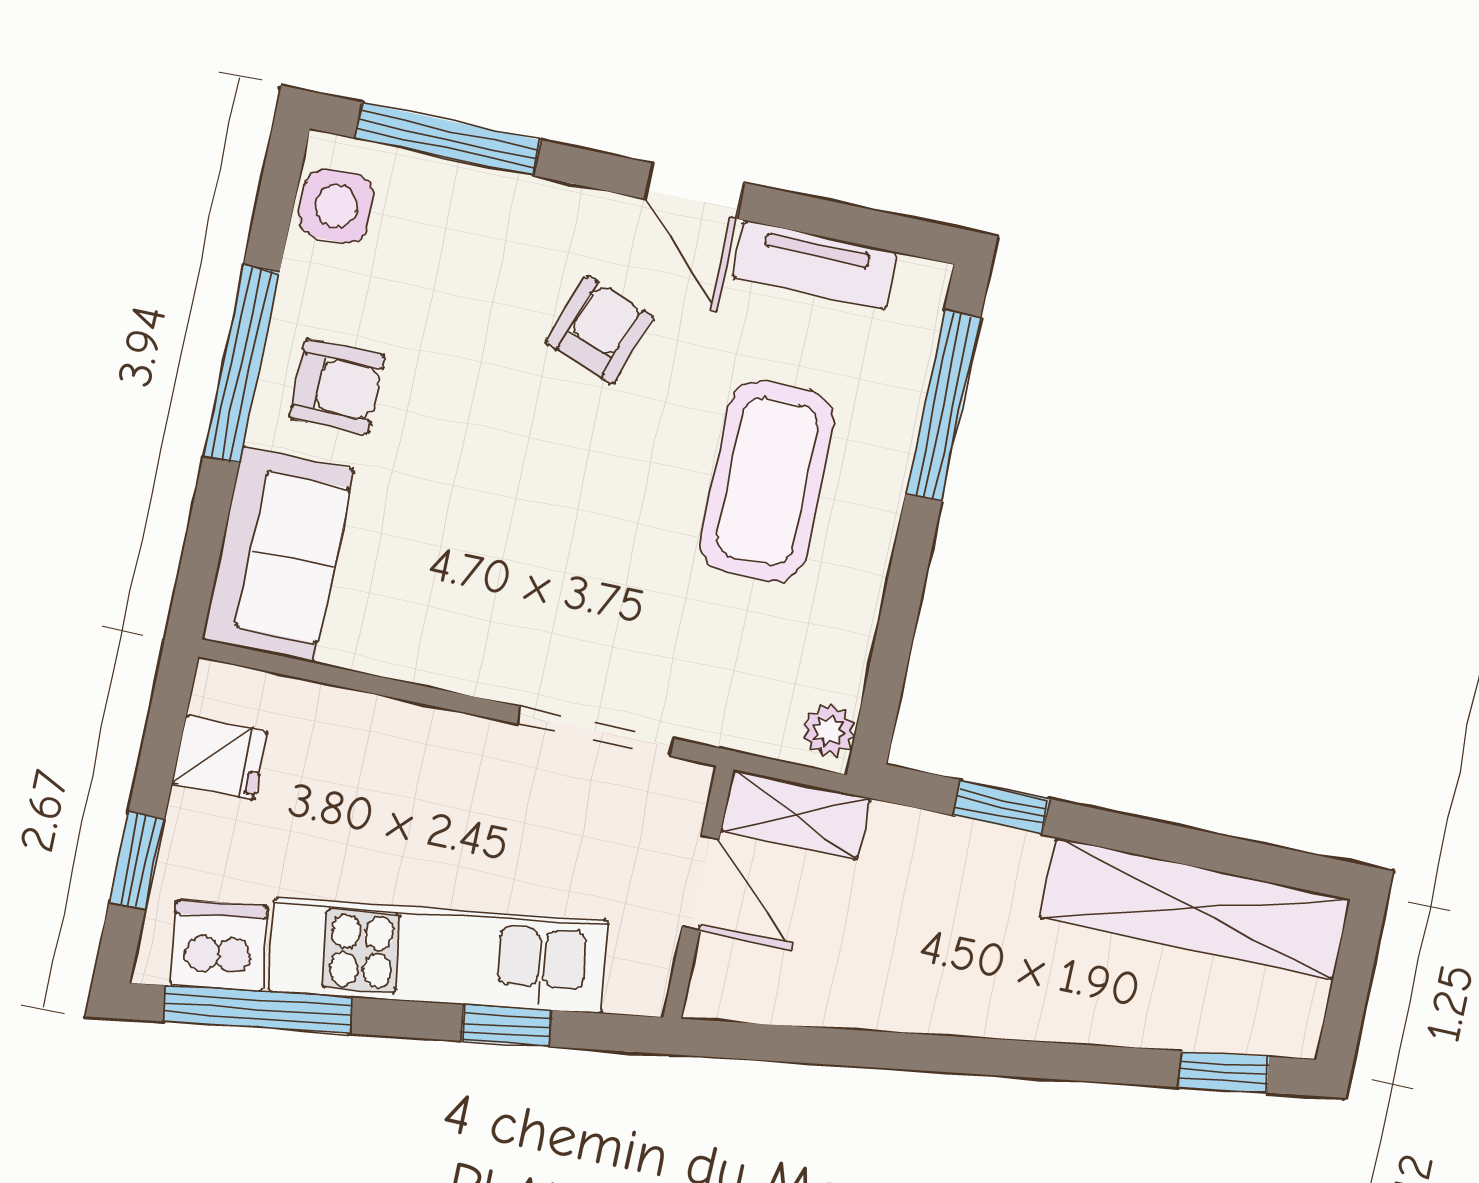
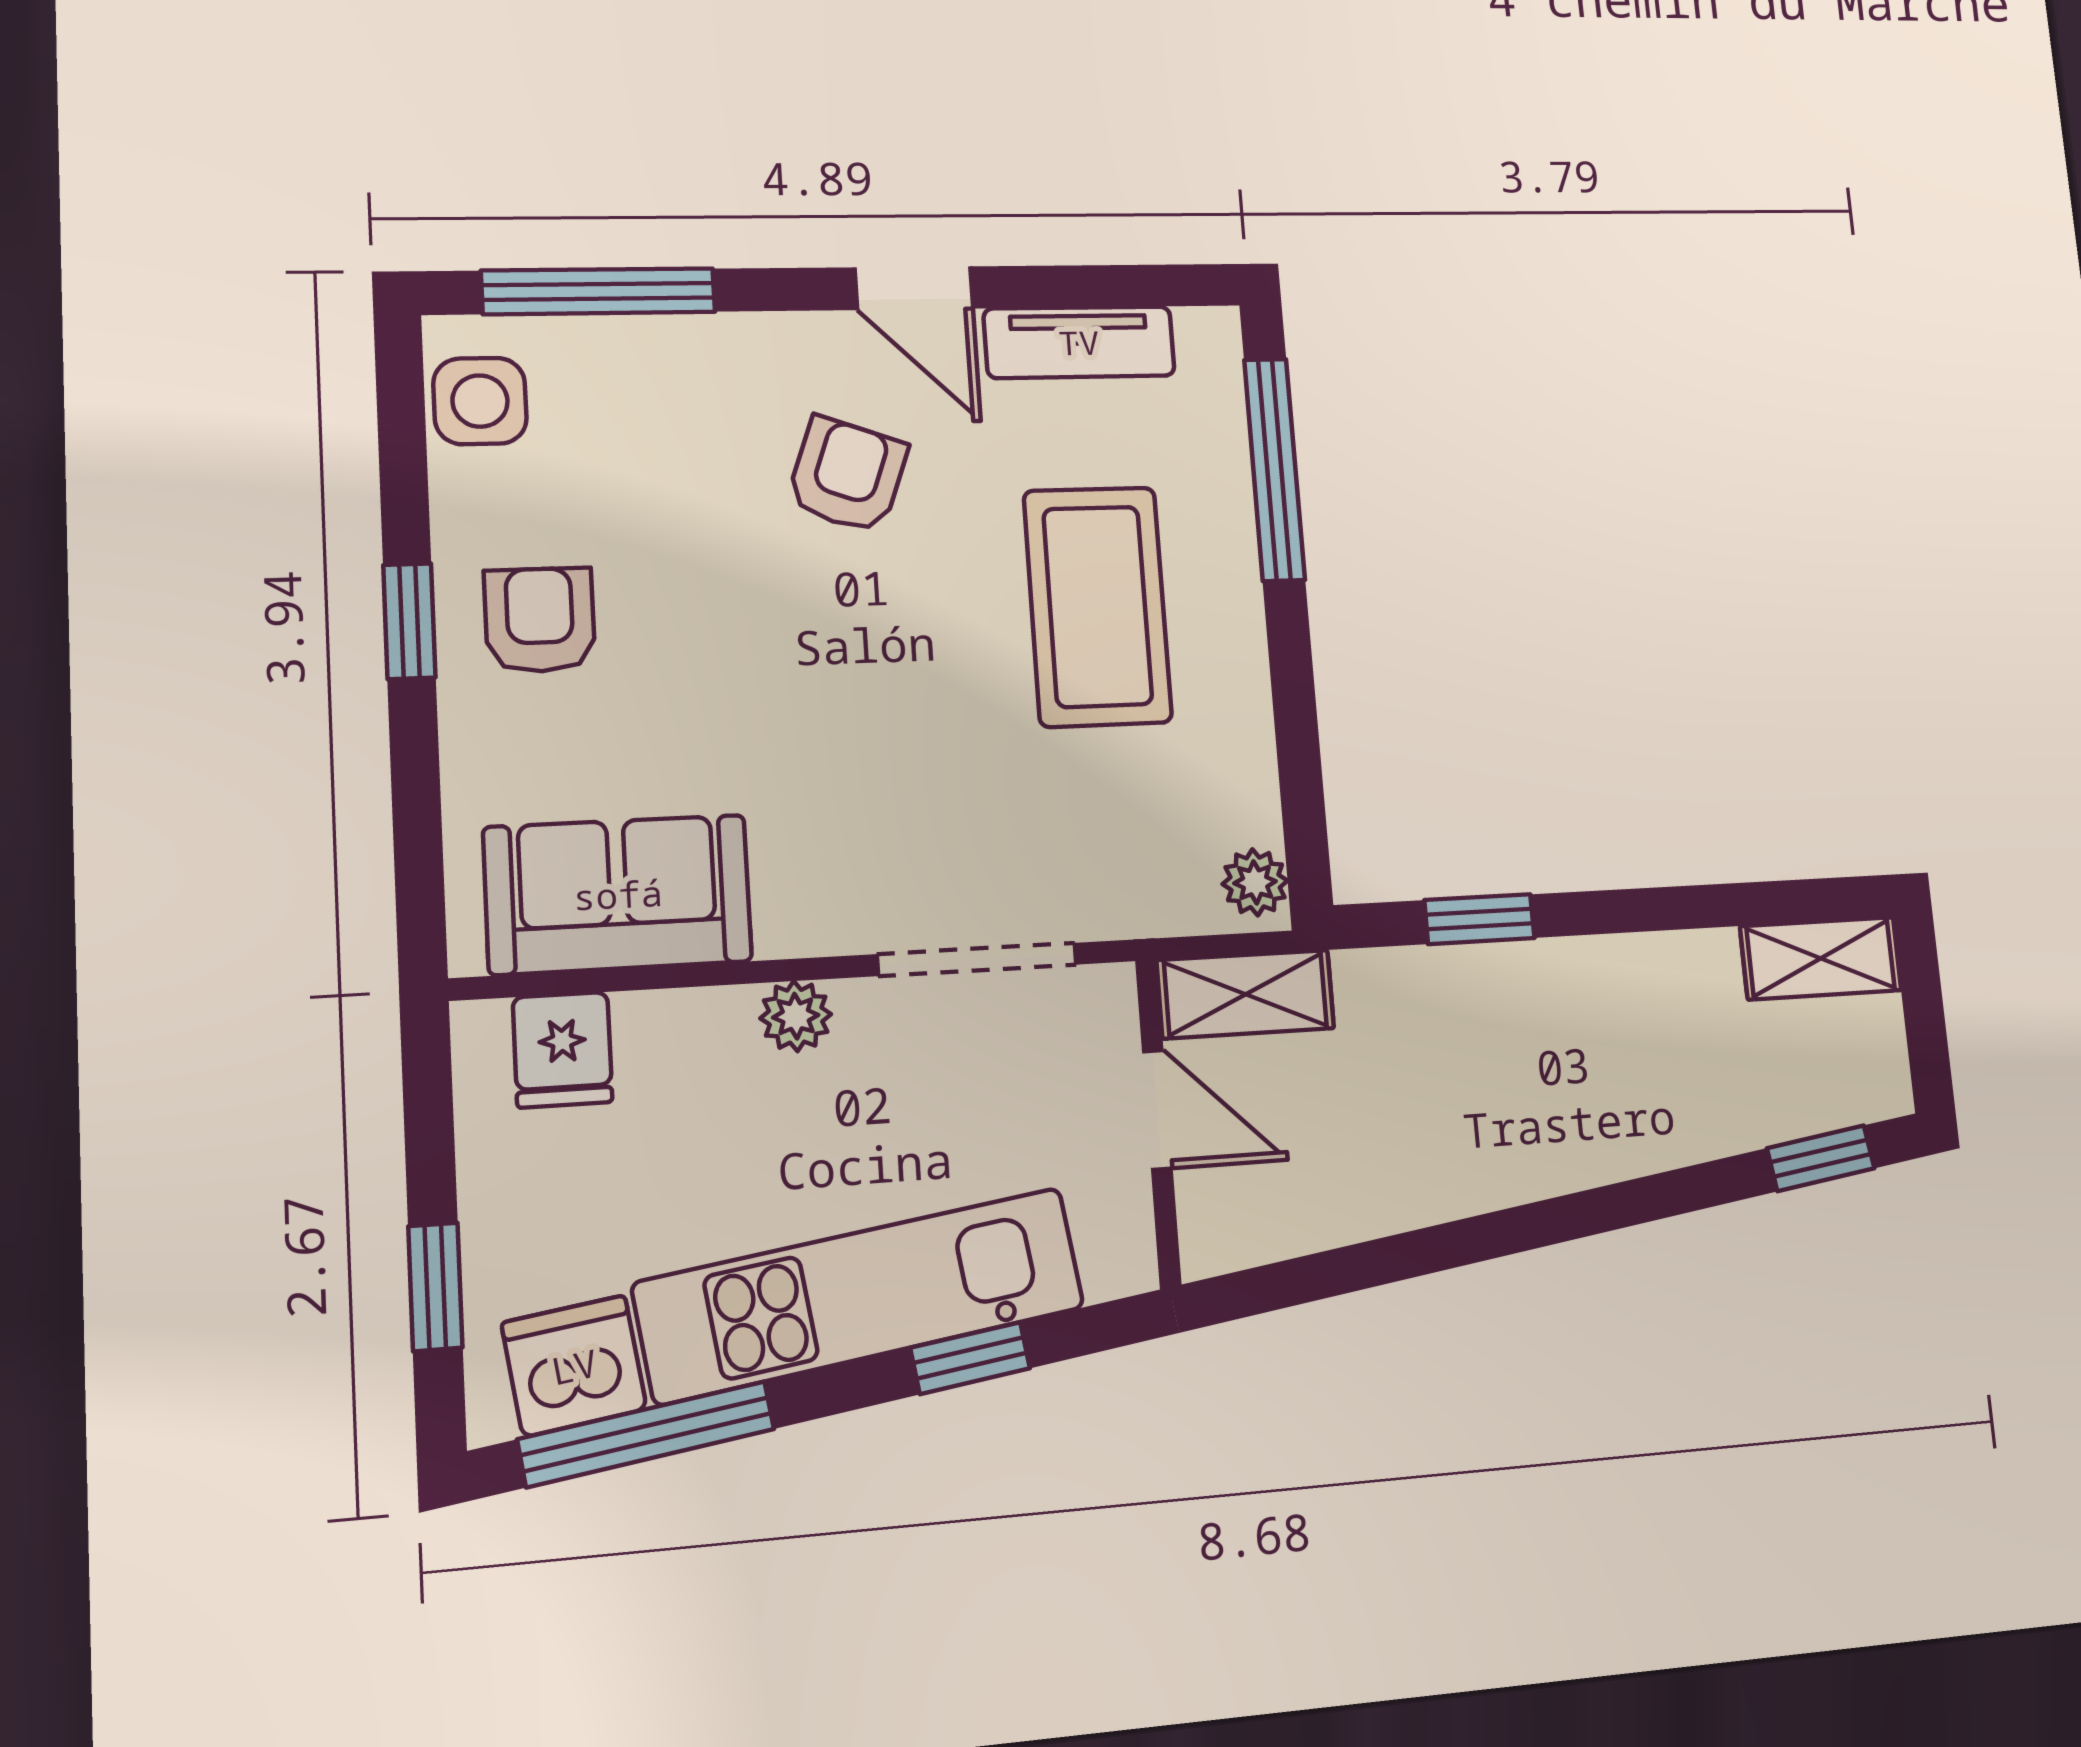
window: (241, 364) -> (409, 621), width x0.46
armchair: (337, 387) -> (540, 620), turned -90
sofa: (278, 554) -> (618, 894), moved, turned -90
plant: (447, 737) -> (796, 1016), added
fridge: (220, 758) -> (563, 1050), moved, turned 90
shelving: (1195, 908) -> (1821, 958), width x0.45, depth x0.75

